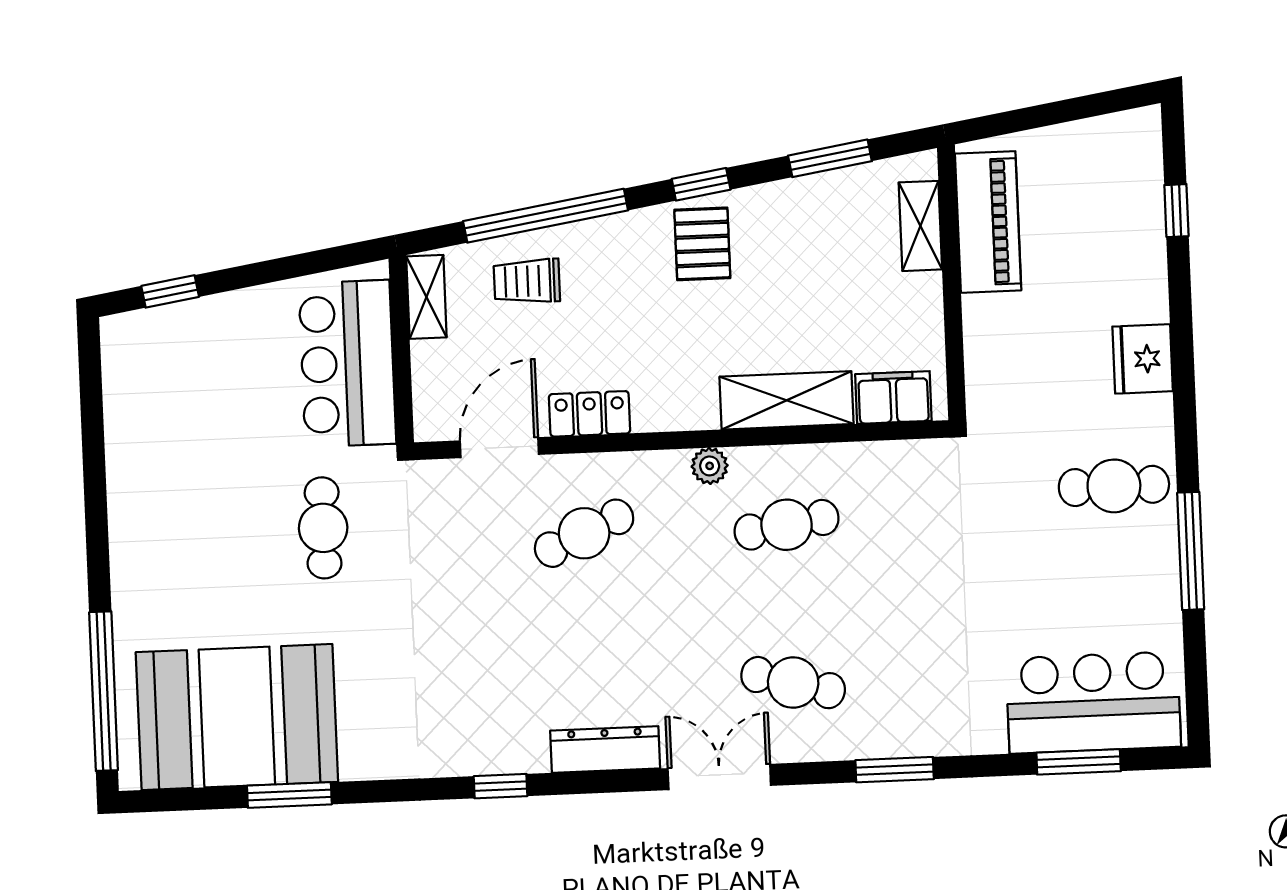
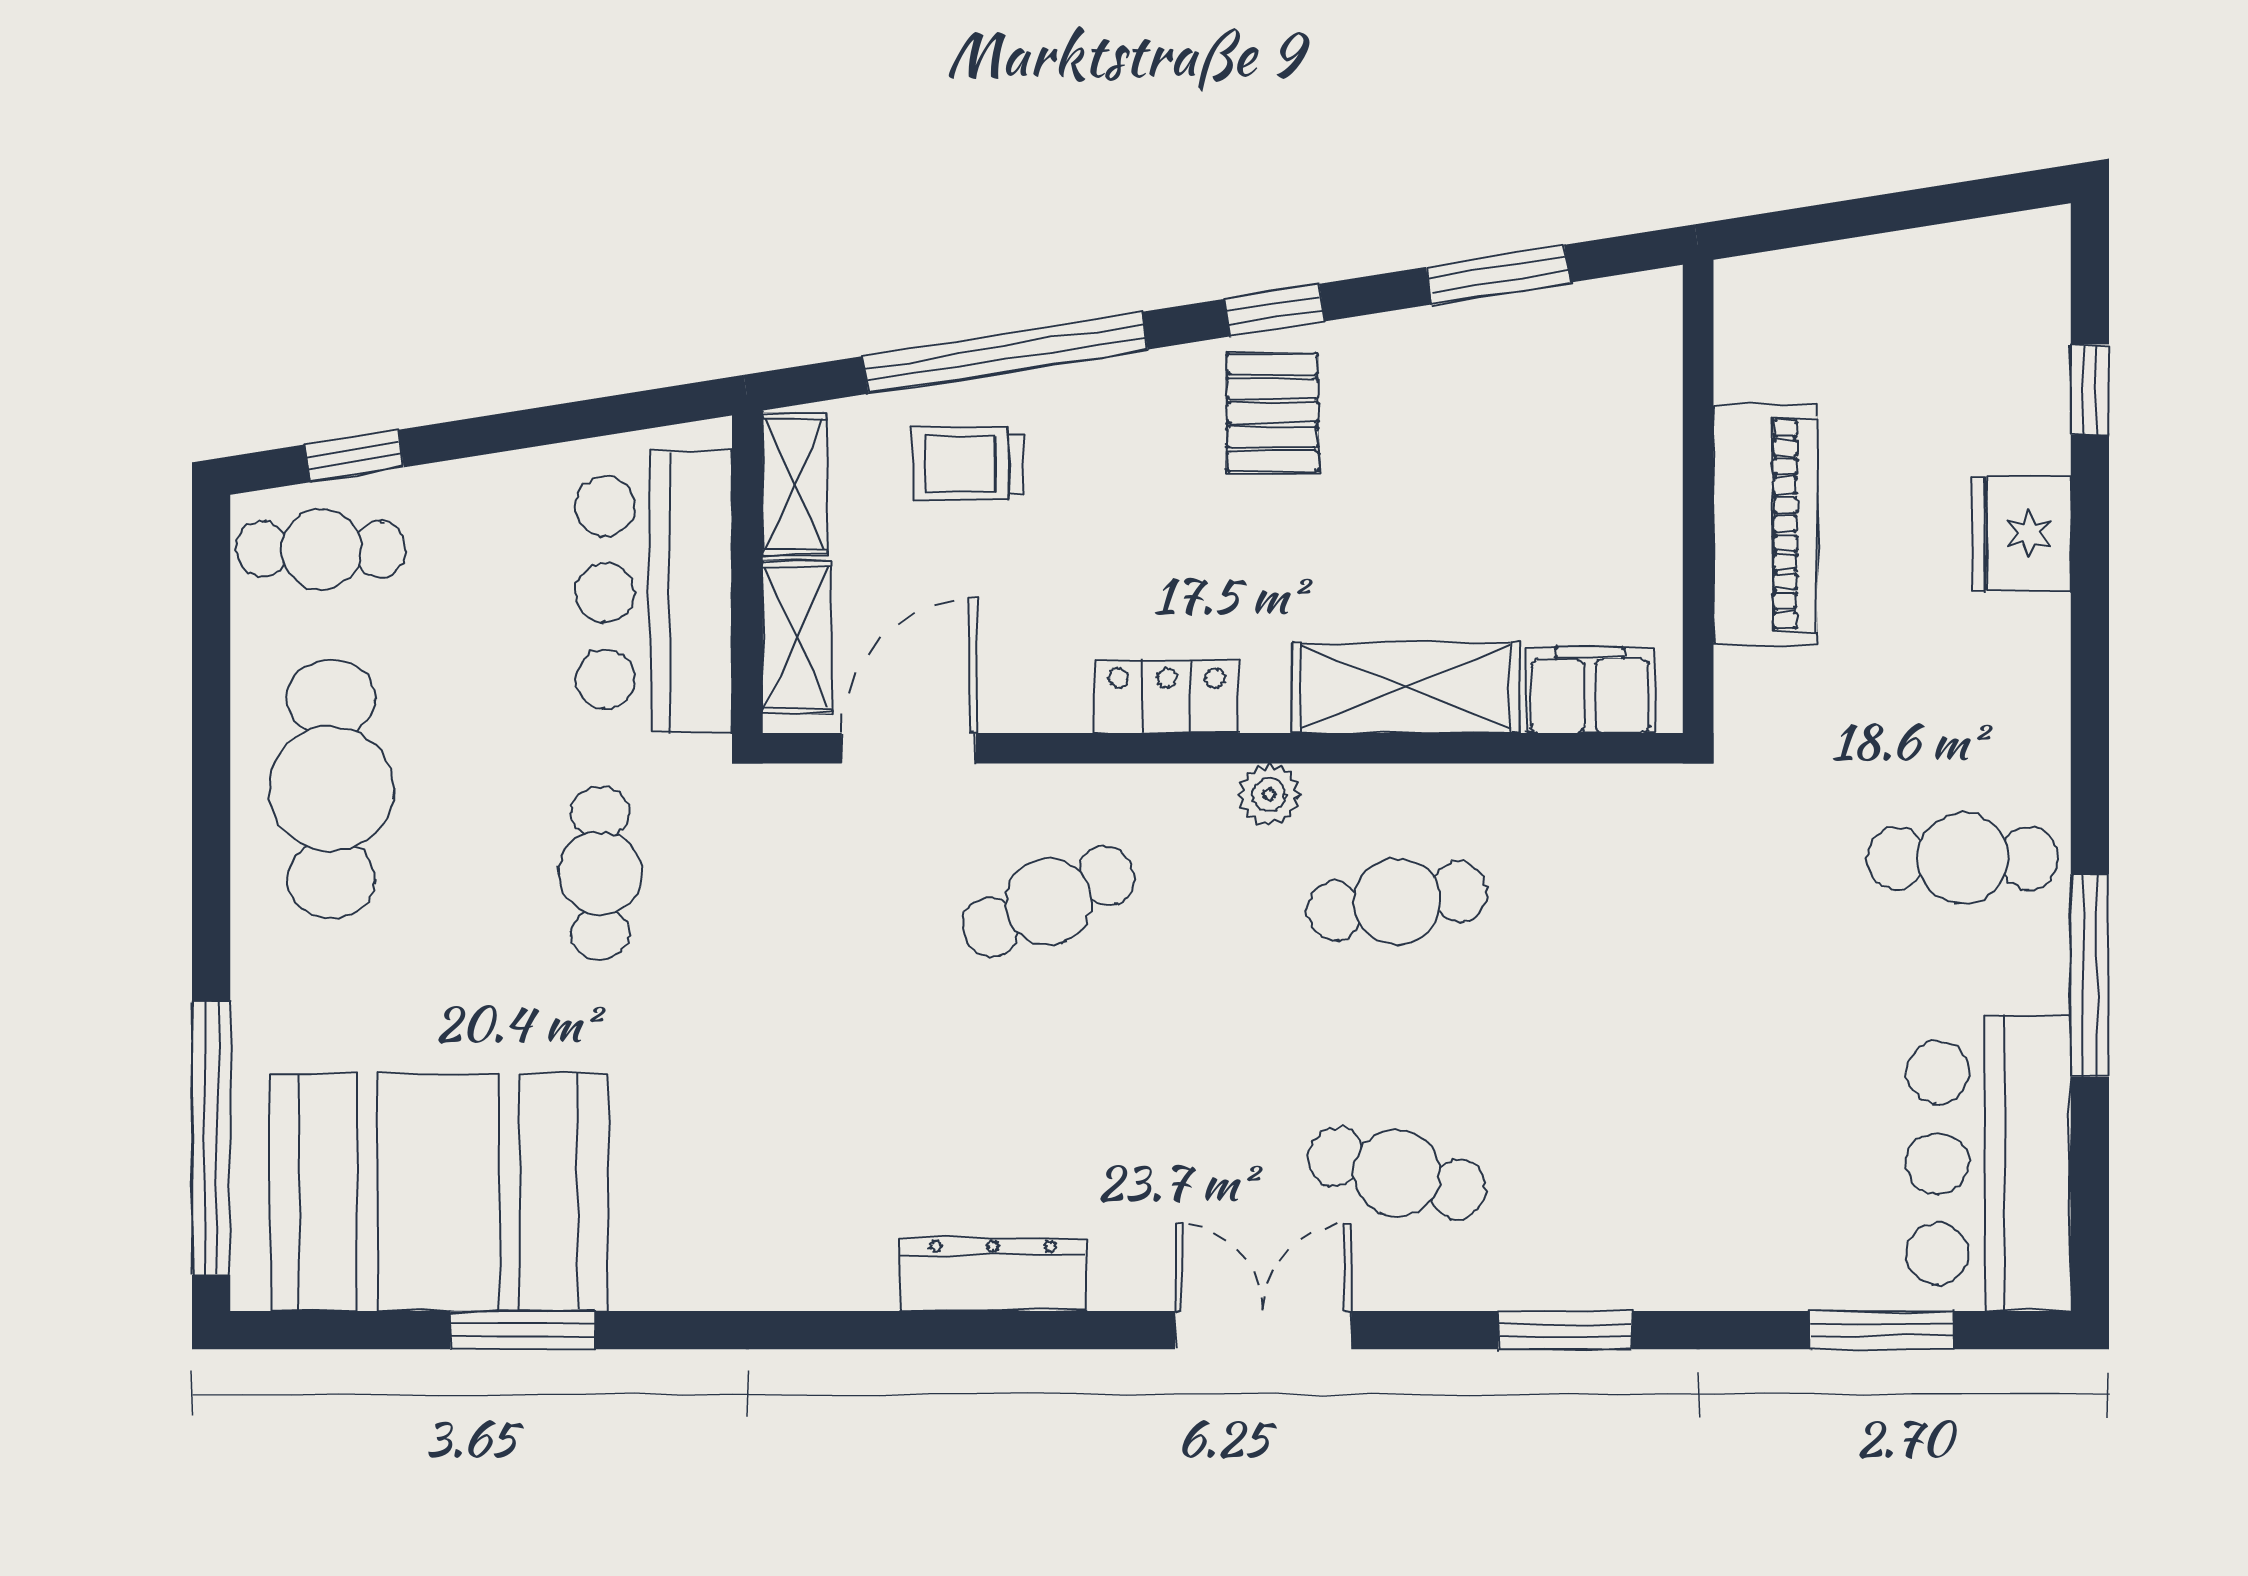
piano: (988, 222) -> (1765, 524), moved
shelving: (920, 226) -> (797, 637), moved
cafe table: (153, 346) -> (321, 549), added
fridge: (1143, 359) -> (2021, 533), moved
locker: (589, 414) -> (1167, 696), moved
cafe table: (165, 485) -> (331, 789), added
bar counter: (1093, 702) -> (1989, 1163), moved, turned -90
dresser: (605, 749) -> (993, 1275), moved
window: (500, 786) -> (886, 1330), removed

